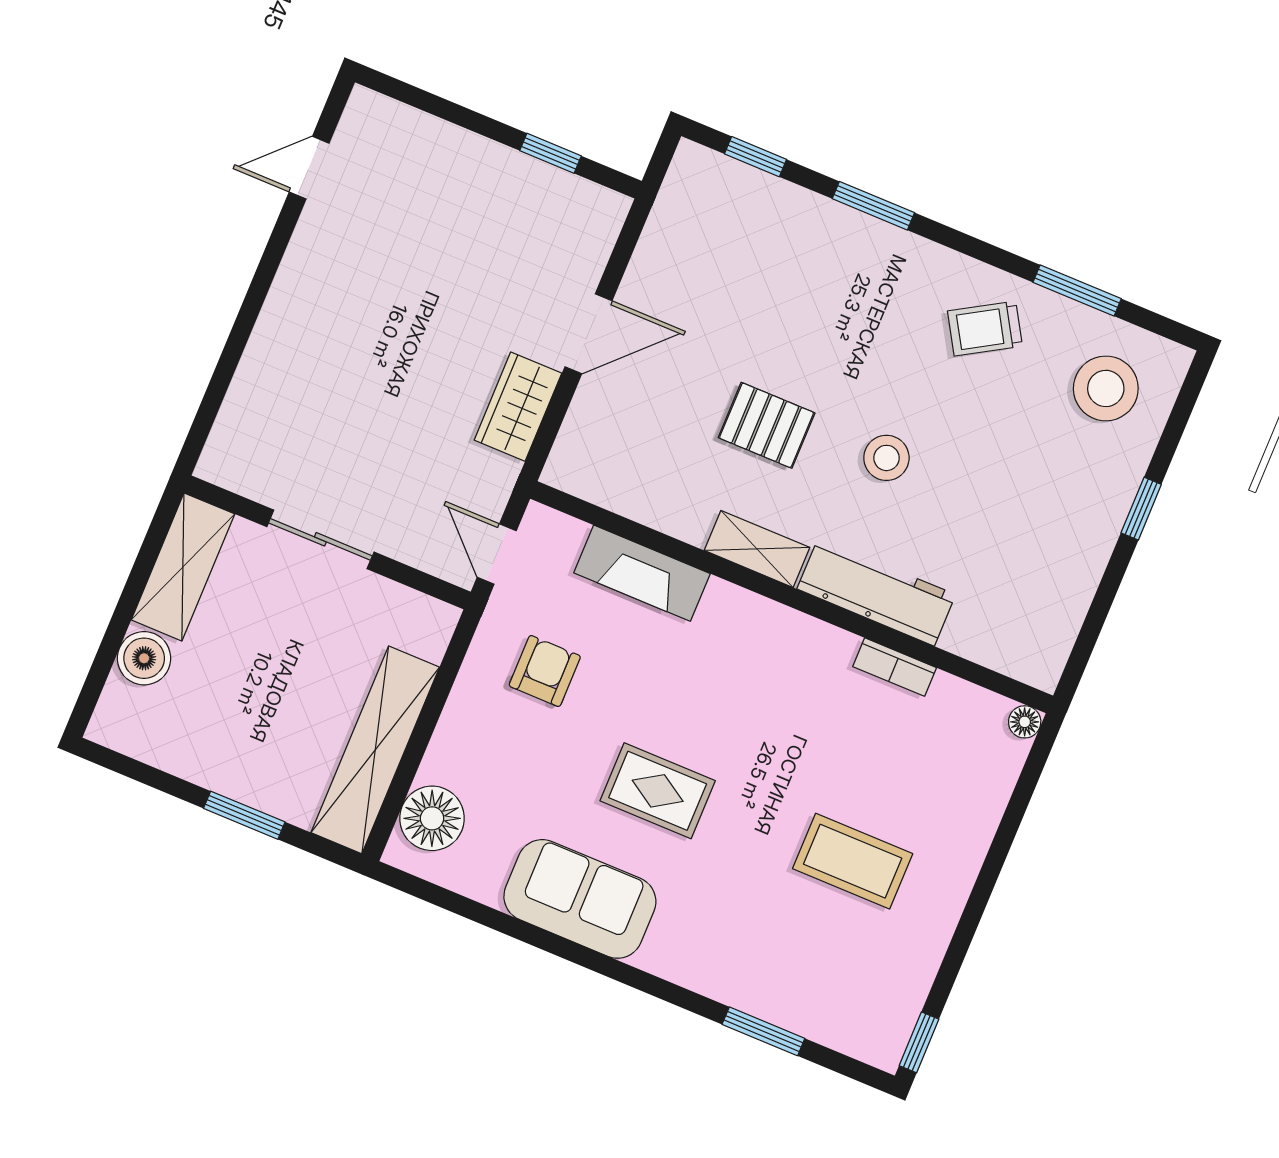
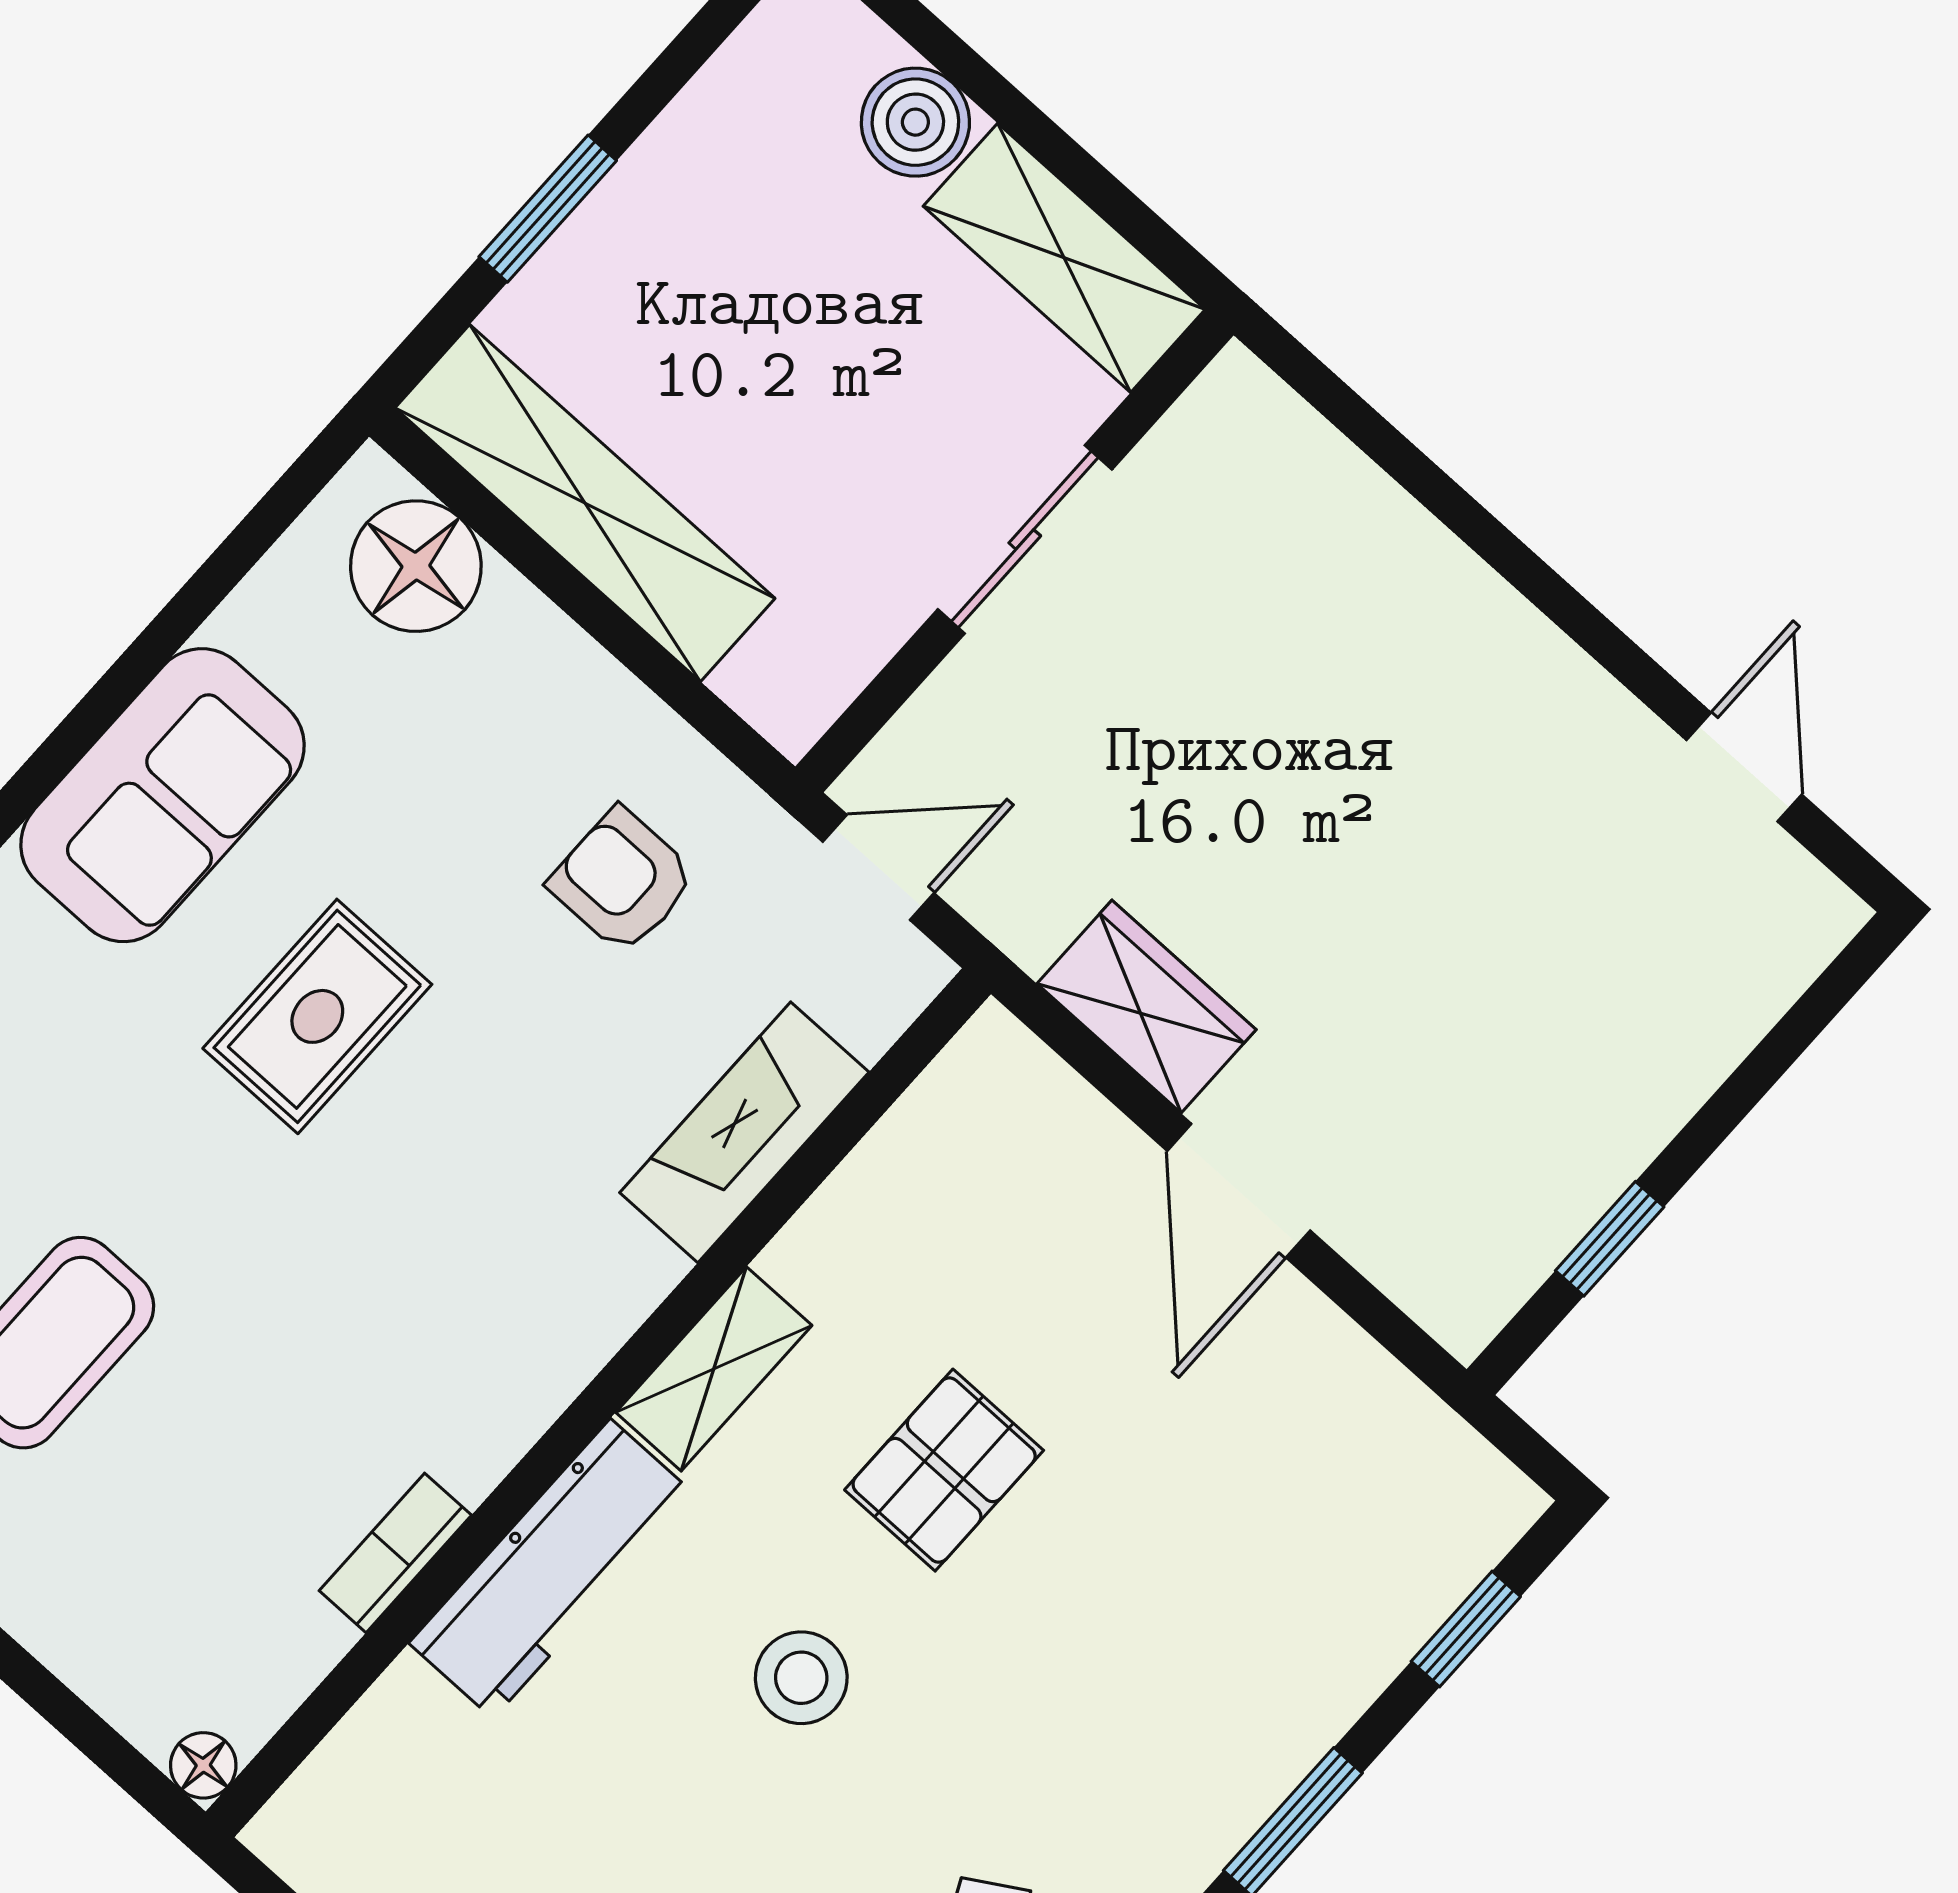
armchair: (545, 671) -> (622, 881), turned 180

